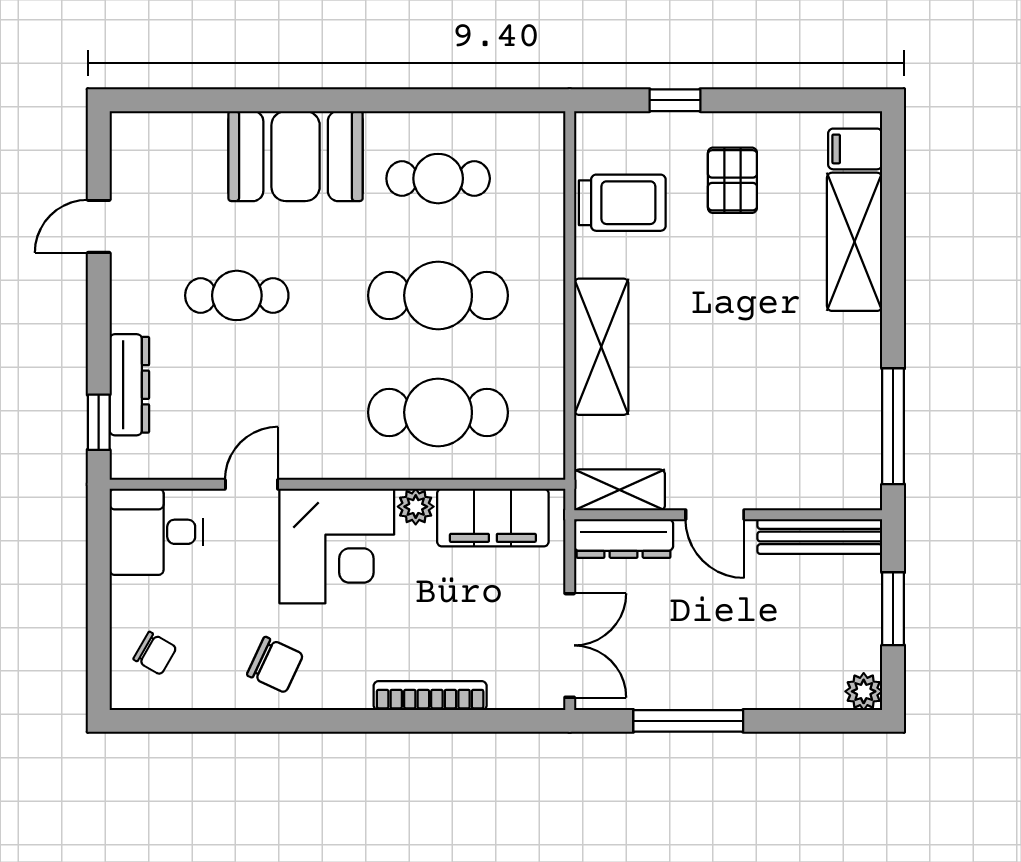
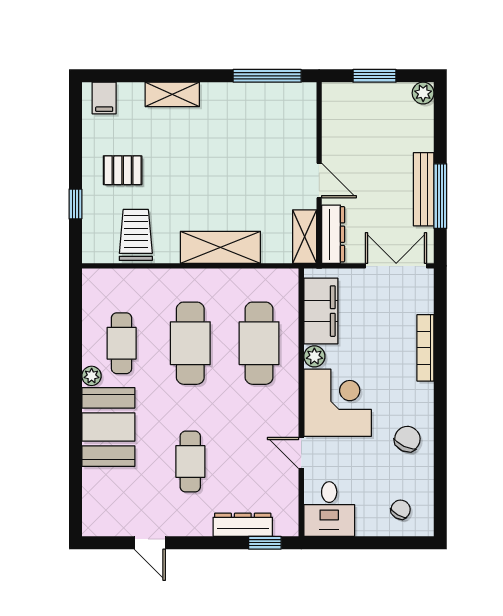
plant: (383, 127) -> (92, 376), added
shelving: (855, 242) -> (172, 94), width x0.67, depth x0.75
door: (715, 515) -> (319, 181), hinge flipped
bench: (820, 537) -> (424, 189), moved

